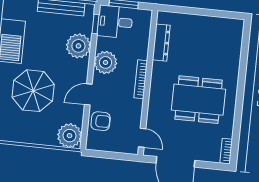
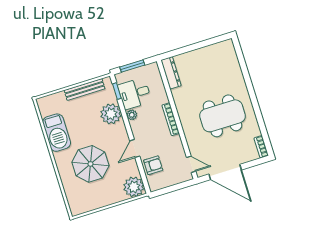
desk: (115, 22) -> (135, 93), moved
dresser: (161, 43) -> (171, 73), moved
plant: (105, 62) -> (132, 115), width x0.53, depth x0.53

